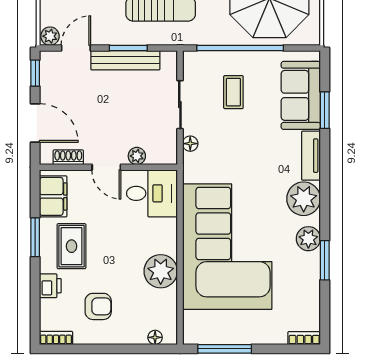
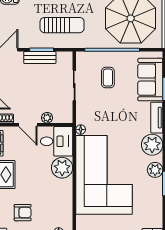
bench: (125, 60) -> (40, 57), width x0.73
floor lamp: (190, 144) -> (81, 130), moved
plant: (161, 271) -> (62, 168), moved

